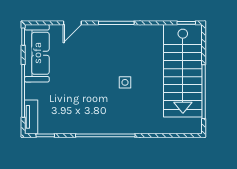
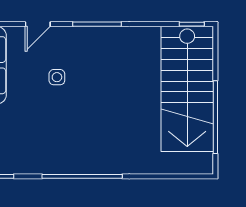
side table: (125, 82) -> (57, 77), moved

